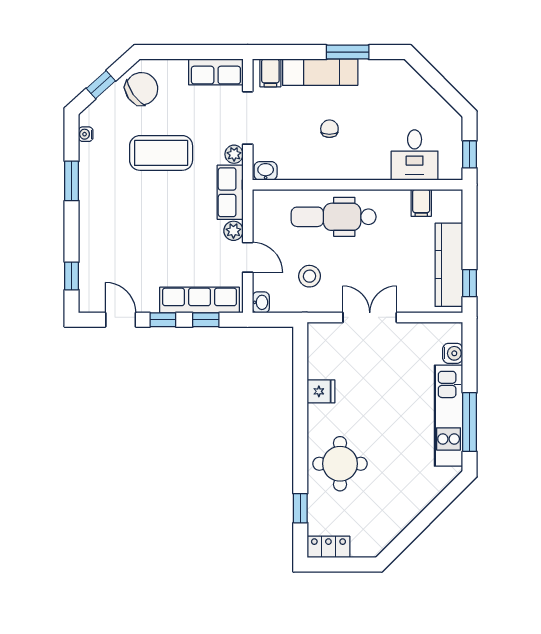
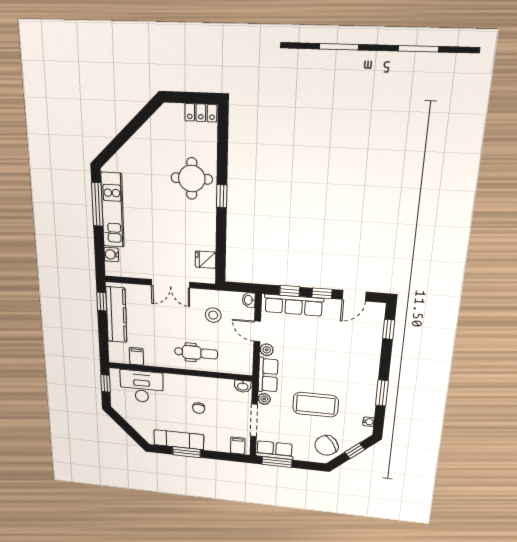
window: (211, 52) -> (277, 462), added
exam couch: (320, 72) -> (179, 440), moved
desk: (415, 155) -> (142, 386), width x1.37
dental chair: (334, 217) -> (196, 353), width x0.73, depth x0.72
door: (121, 320) -> (354, 296), hinge flipped
fridge: (321, 391) -> (206, 260), moved
window: (300, 508) -> (222, 196), moved

